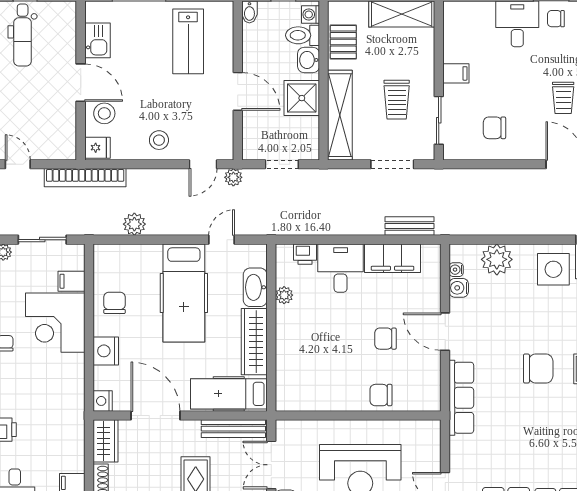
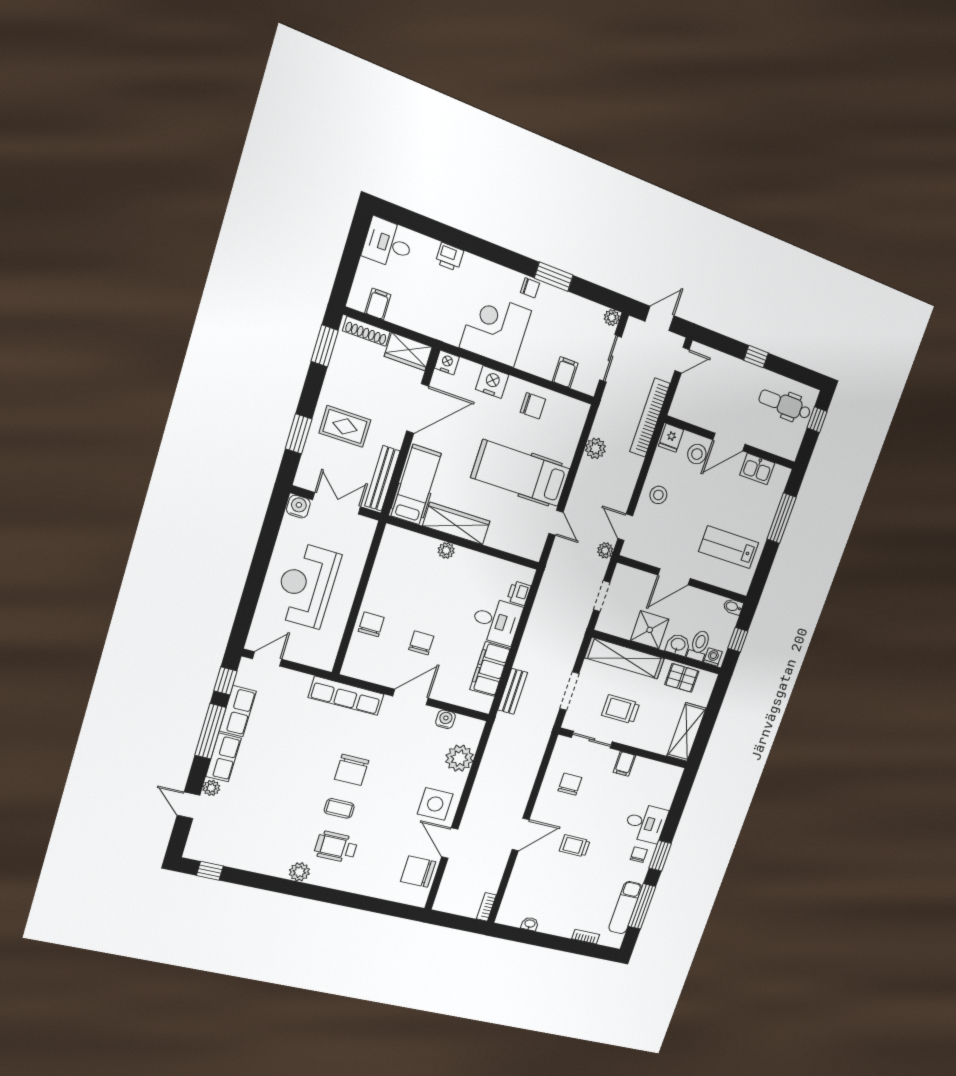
water cooler: (456, 270) -> (462, 721), removed
washbasin: (255, 287) -> (505, 540), removed
plant: (284, 295) -> (446, 550), moved
corner desk: (55, 323) -> (495, 329), moved

